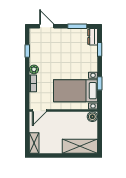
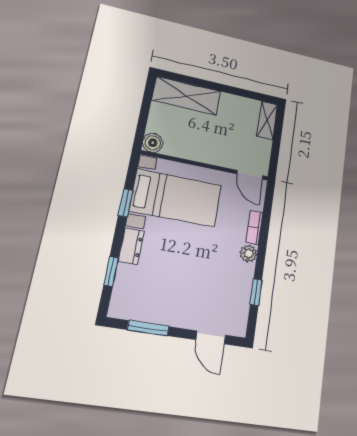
dresser: (93, 37) -> (131, 246), moved
door: (39, 111) -> (250, 175), swing flipped

